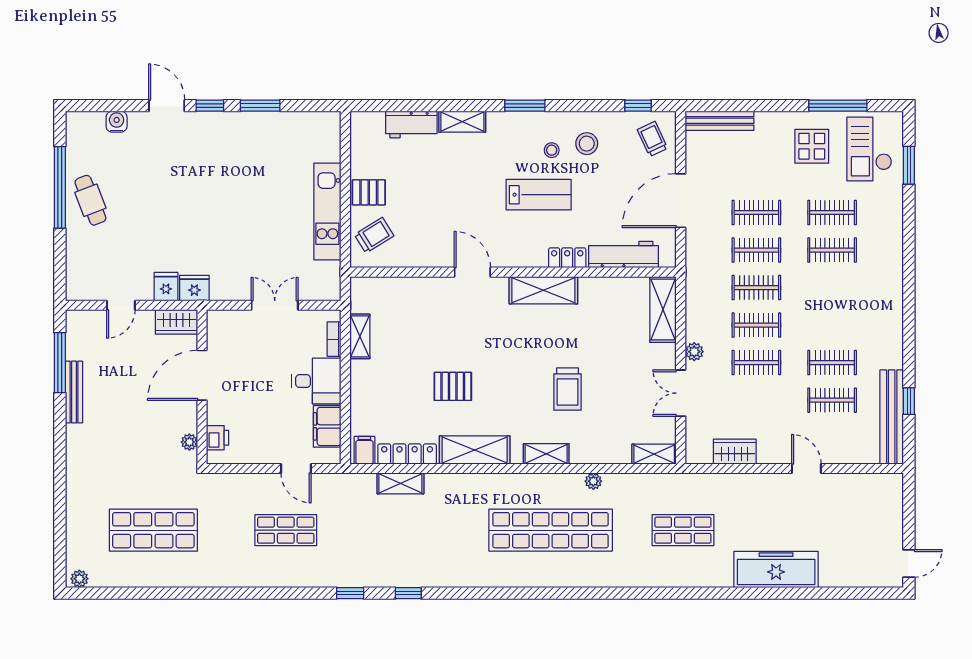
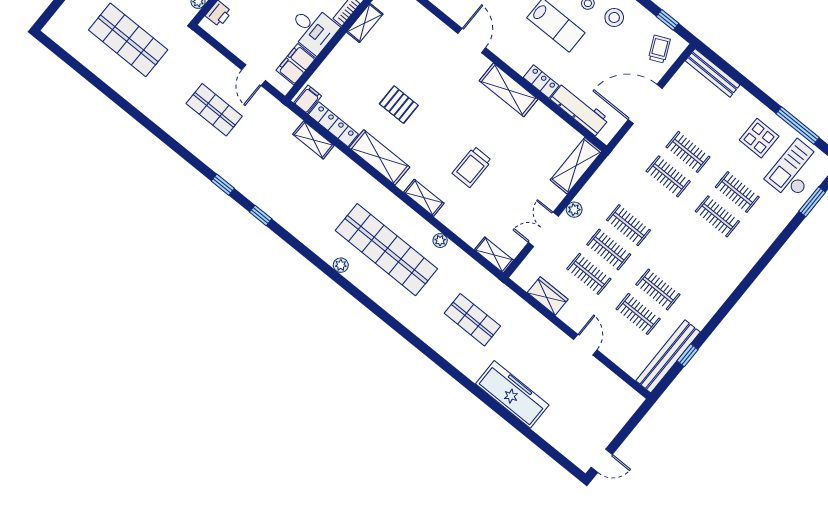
clothes rail: (756, 288) -> (589, 274), moved
plant: (79, 579) -> (341, 265), moved

